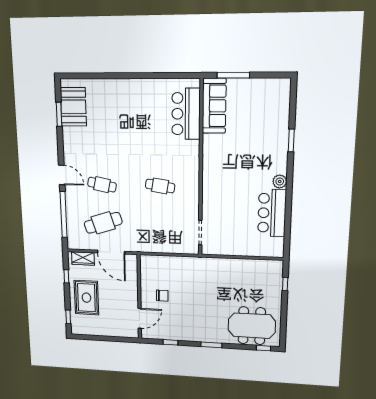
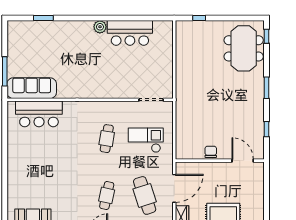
window: (291, 141) -> (43, 18), moved
checkout: (159, 226) -> (146, 140), added
chair: (162, 296) -> (211, 152), moved

